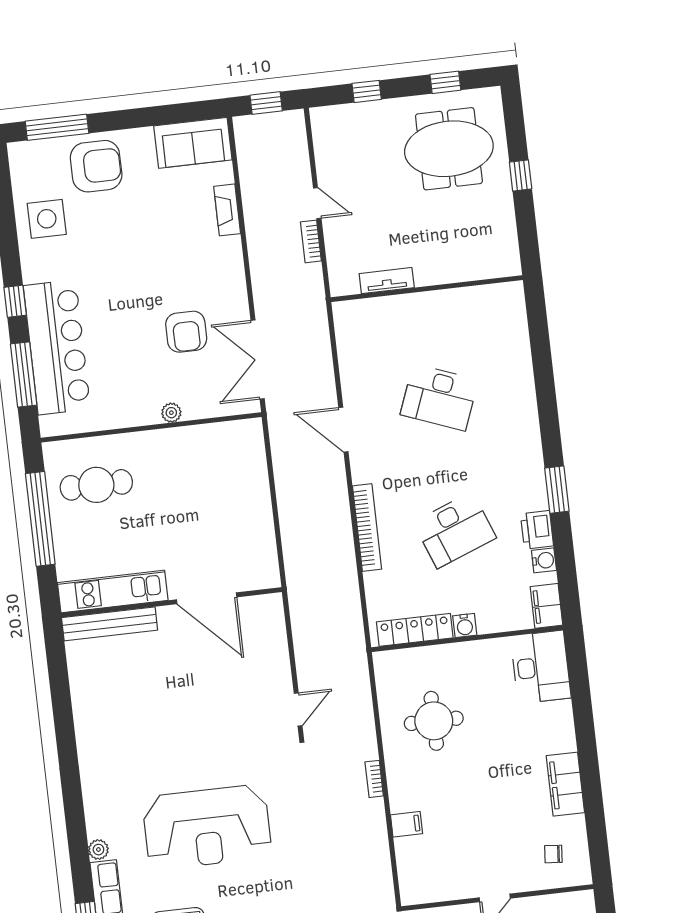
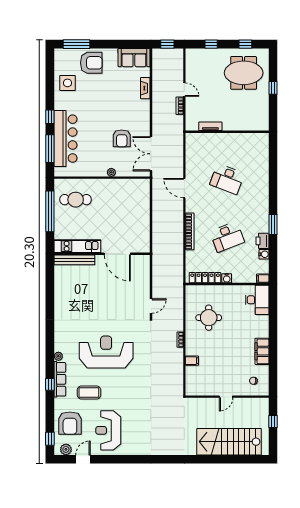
filing cabinet: (547, 606) -> (263, 278), width x0.50
reception desk: (207, 827) -> (106, 352), turned 180

